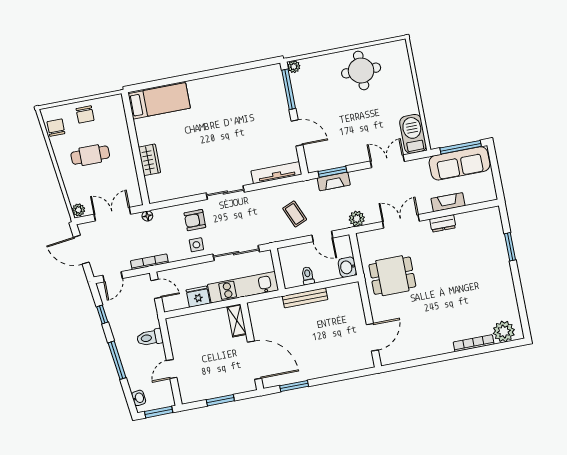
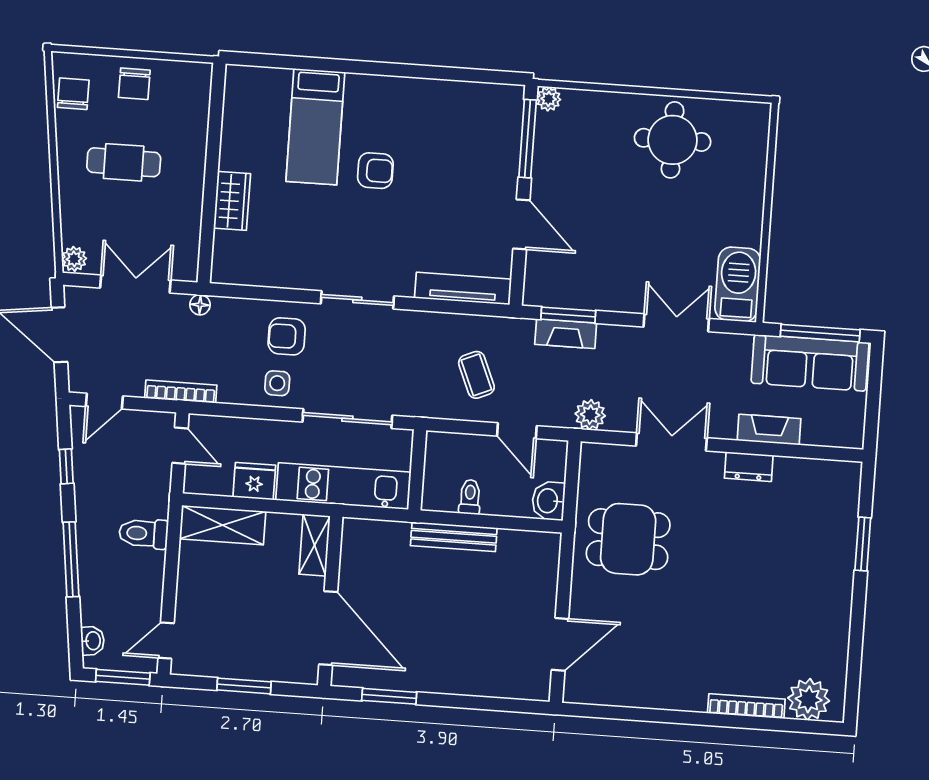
bed: (159, 101) -> (315, 127), moved, turned 90
armchair: (217, 126) -> (375, 171), added
shelving: (188, 323) -> (223, 525), added
door: (172, 369) -> (166, 641), moved

